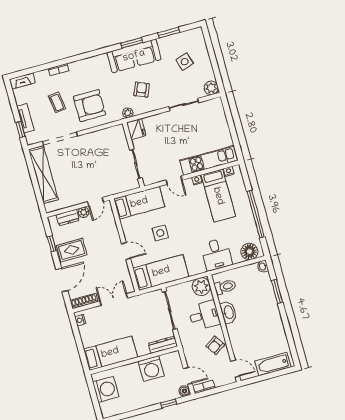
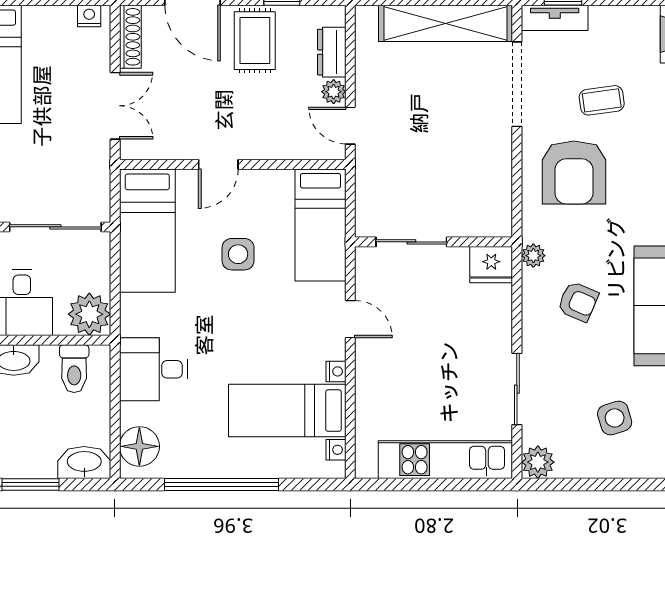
tv unit: (25, 118) -> (555, 18), moved
kitchen unit: (209, 160) -> (445, 460), moved, turned -90
door: (174, 180) -> (350, 319), swing flipped
washbasin: (263, 266) -> (84, 462), width x1.91, depth x1.45

